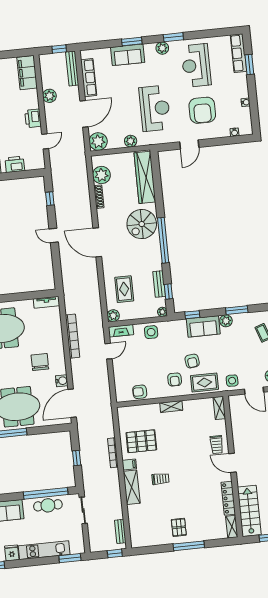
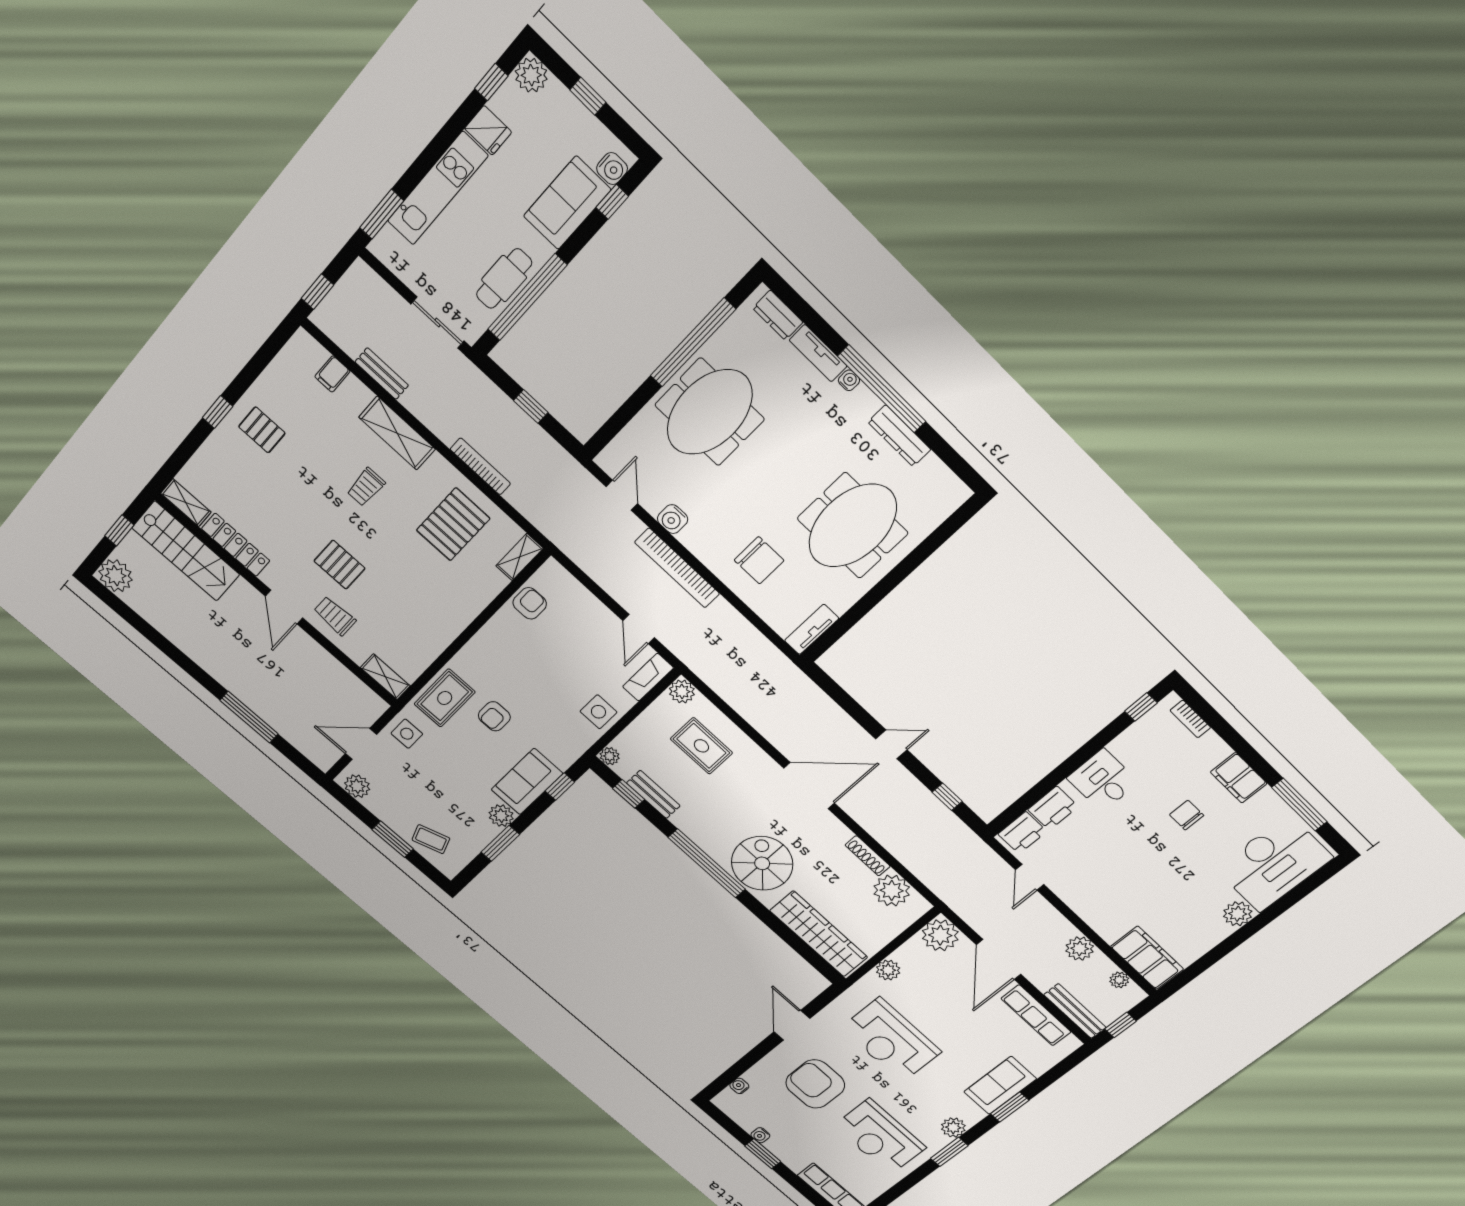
reception desk: (196, 65) -> (880, 1137), turned 180
window: (249, 65) -> (763, 1154), moved
plant: (45, 70) -> (1119, 980), added
printer: (33, 118) -> (1022, 833), moved, turned 90
bookcase: (73, 336) -> (677, 568), moved
armchair: (192, 361) -> (494, 716), turned -83
chair: (40, 362) -> (759, 560), moved
armchair: (175, 379) -> (494, 667), removed
door: (72, 403) -> (622, 495), width x0.53
shelving: (171, 407) -> (520, 557), moved
pallet: (197, 461) -> (339, 565), added
door: (233, 463) -> (284, 607), swing flipped
filing cabinet: (129, 465) -> (332, 374), moved
bench: (120, 531) -> (382, 374), moved
window: (189, 546) -> (218, 412), width x0.46

